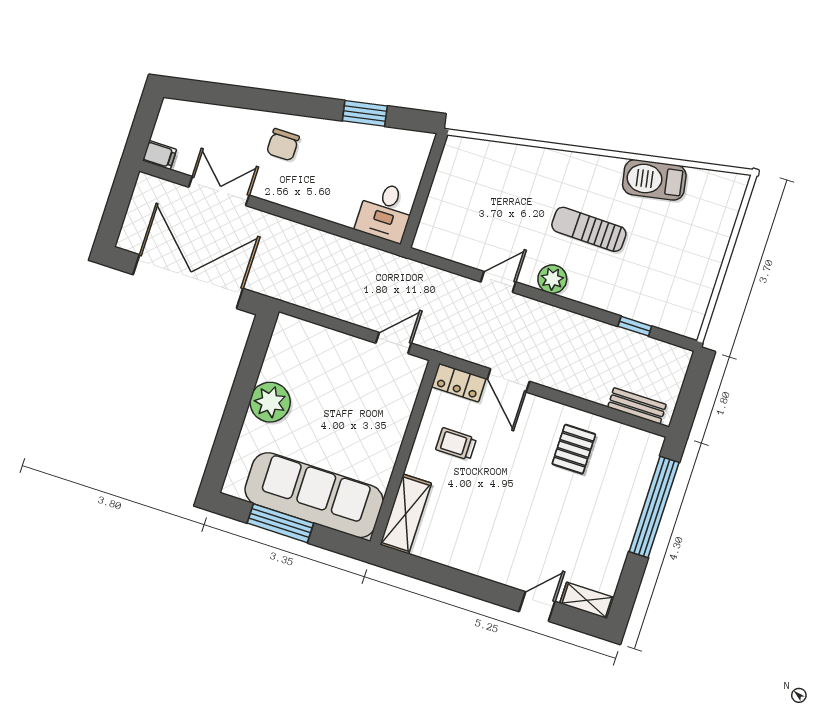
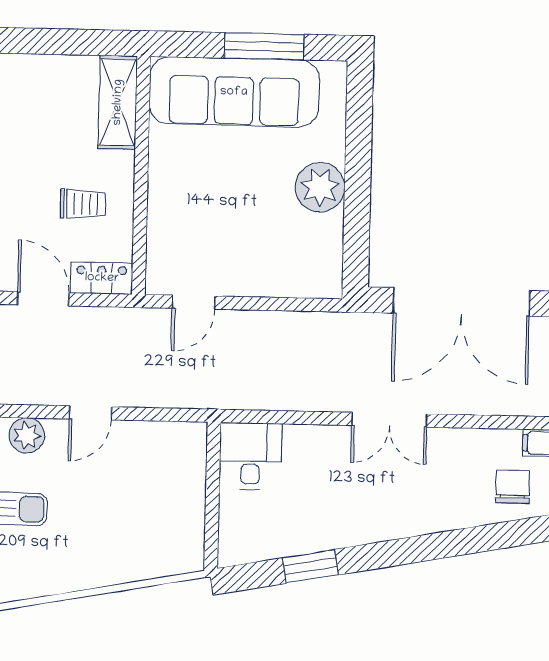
chair: (283, 145) -> (513, 487), moved
double door: (219, 191) -> (389, 420), moved

